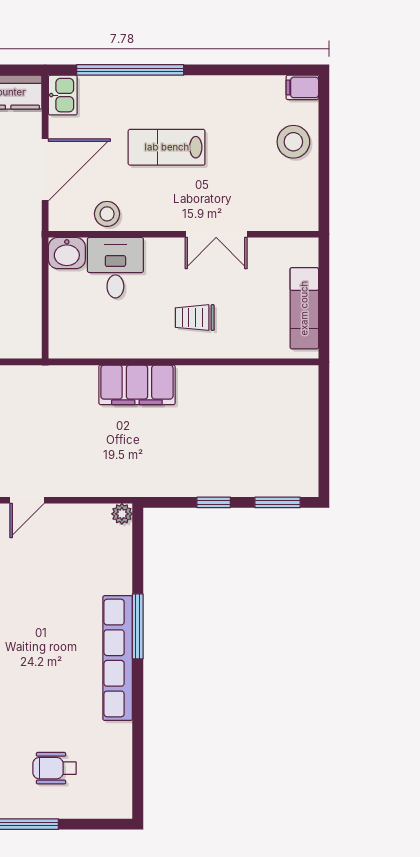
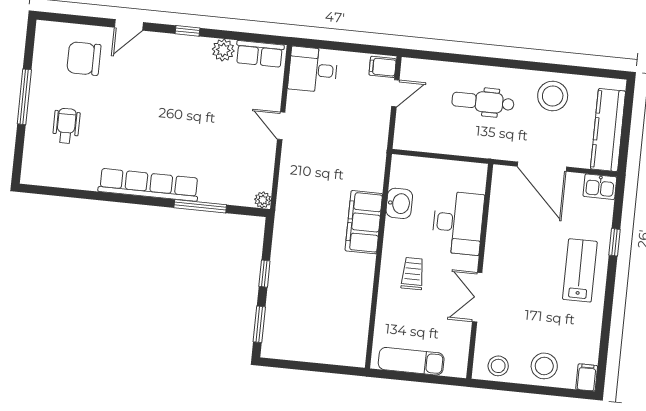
window: (130, 70) -> (614, 242), width x0.32
lab bench: (167, 147) -> (580, 270), moved
stool: (107, 214) -> (498, 366), moved
washbasin: (67, 253) -> (399, 203), moved, turned 180
desk: (115, 268) -> (458, 223), width x1.37
window: (138, 626) -> (200, 206), moved

